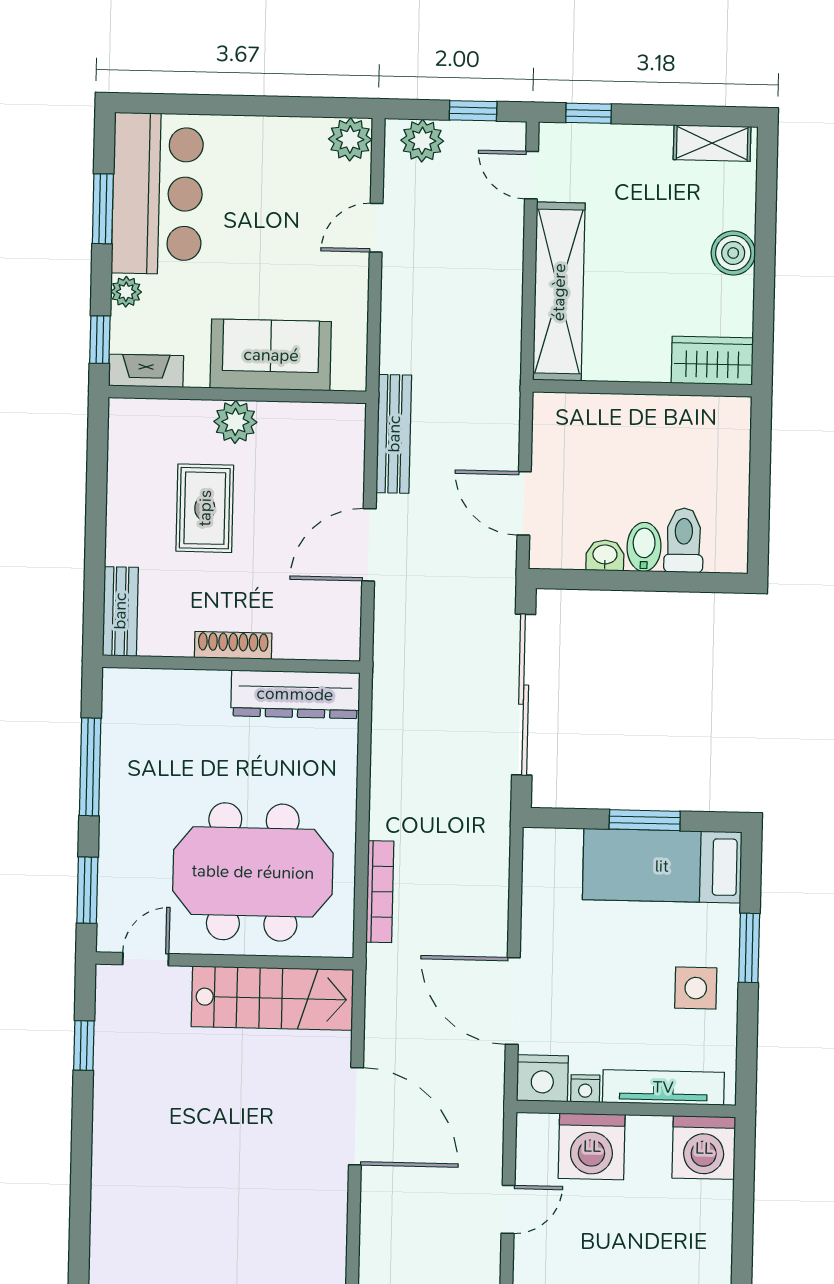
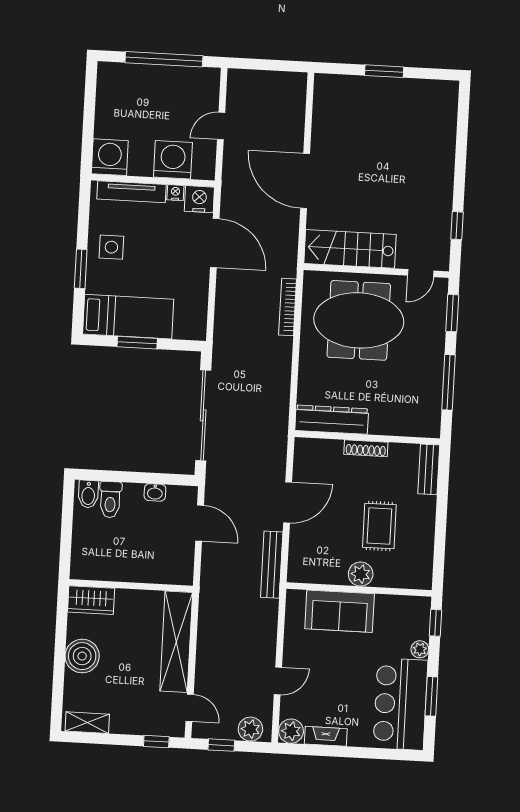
boiler: (733, 253) -> (82, 656), width x1.37, depth x1.37
fireplace: (146, 371) -> (326, 736), moved, turned 180
bidet: (644, 547) -> (88, 494), moved

